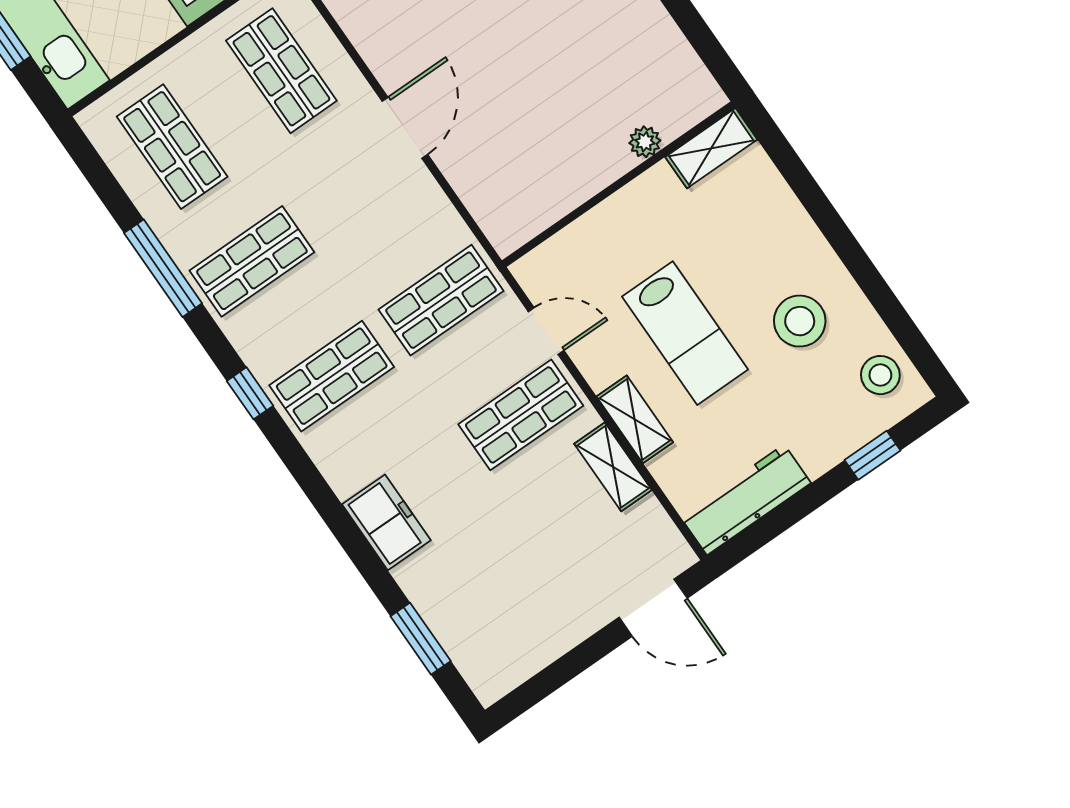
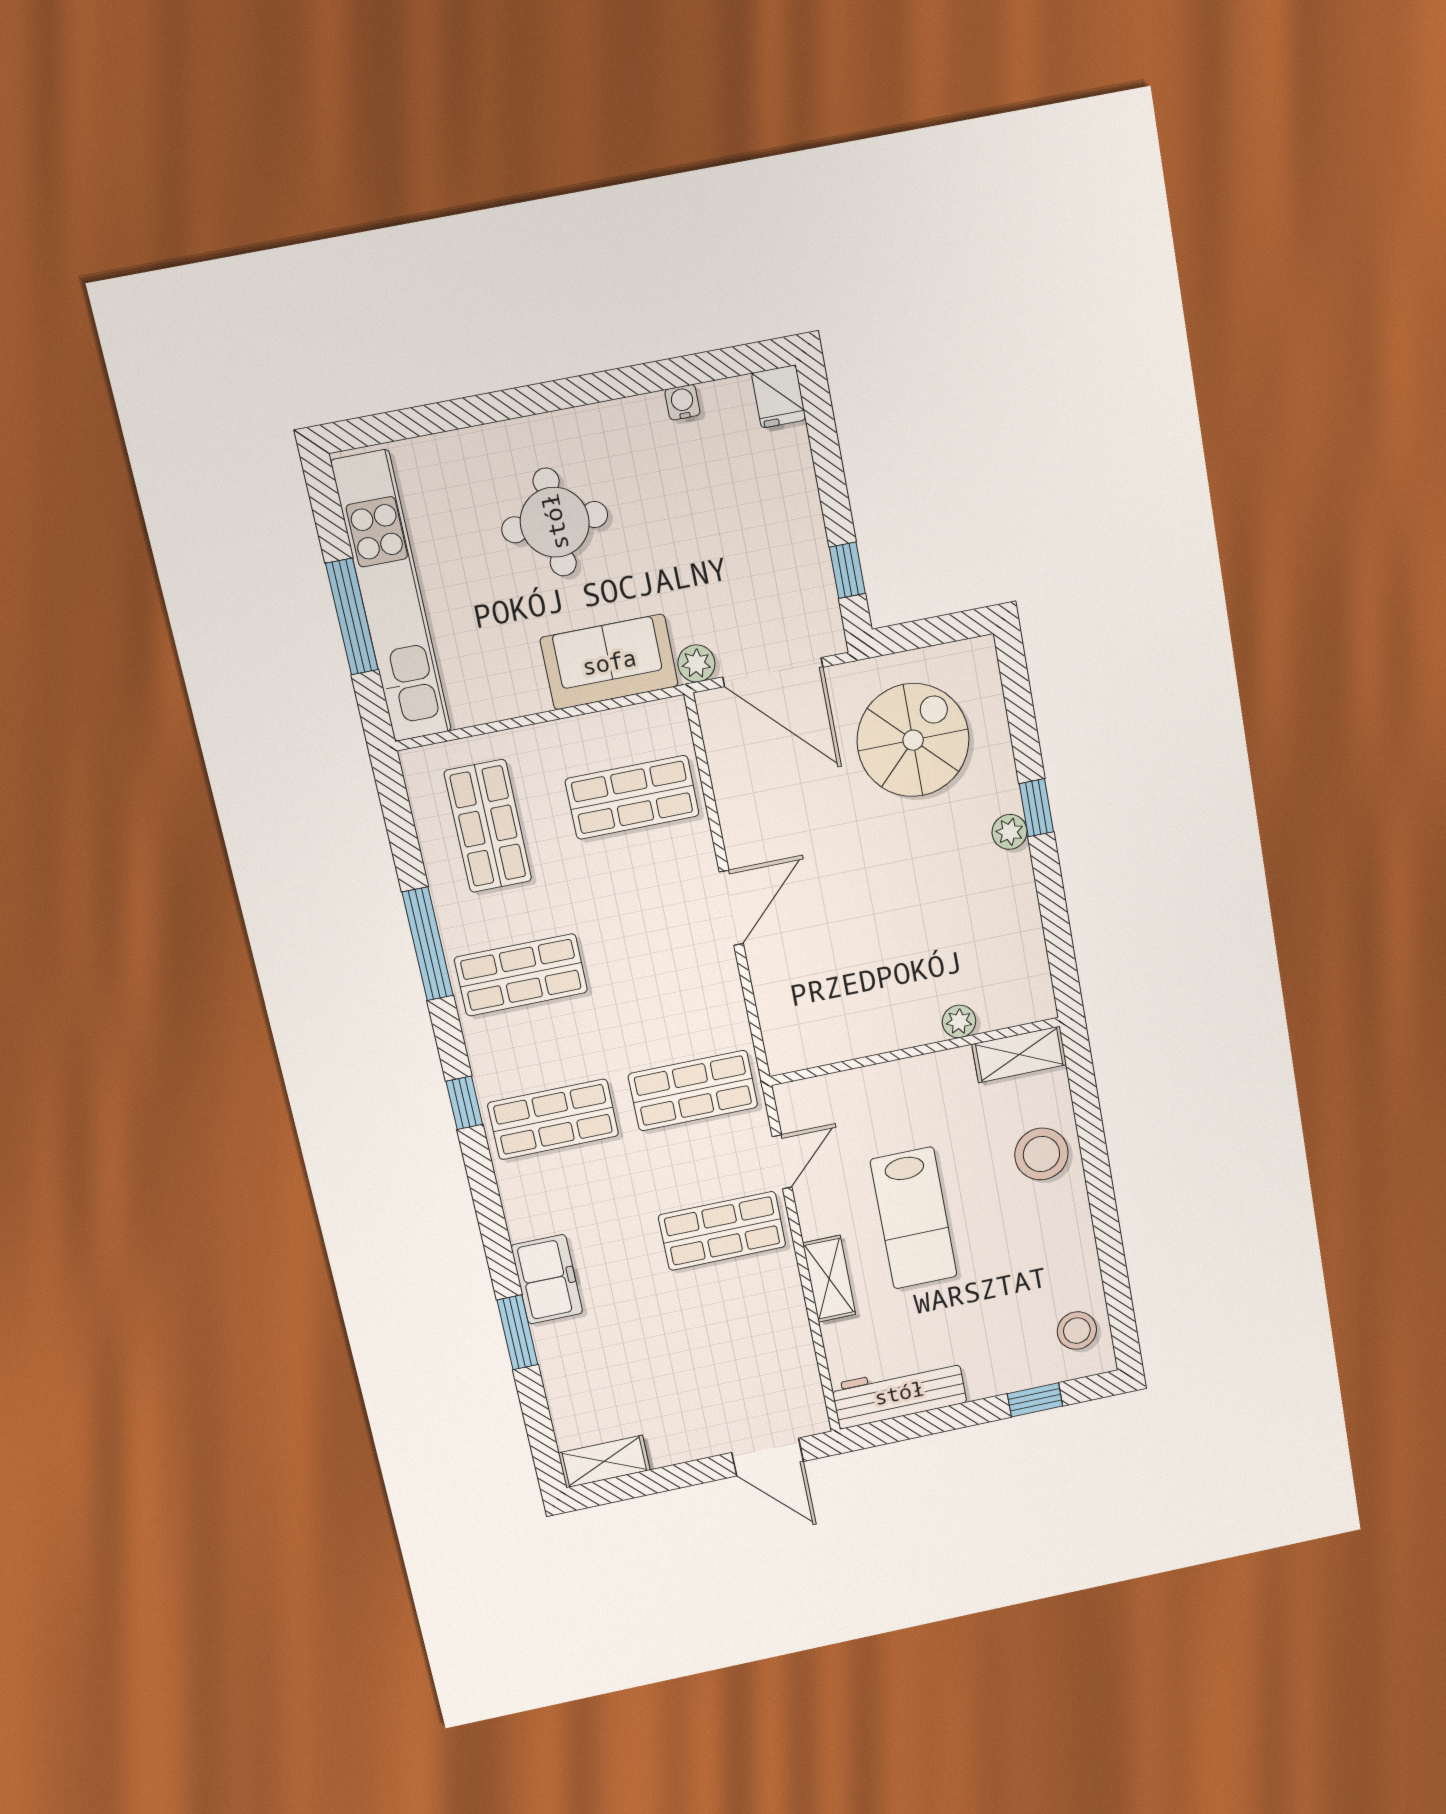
shop shelf: (281, 71) -> (632, 797), turned 90
stool: (800, 321) -> (1041, 1154), moved
door: (546, 331) -> (782, 1162), hinge flipped
shelving: (613, 467) -> (604, 1461), moved, turned 90
window: (421, 639) -> (517, 1332), moved

